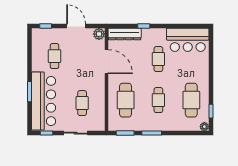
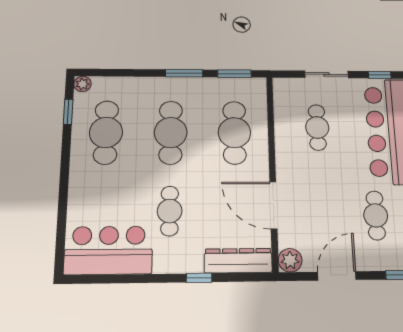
door: (76, 26) -> (337, 276), swing flipped
cafe table: (158, 100) -> (171, 133), width x1.37, depth x1.35

